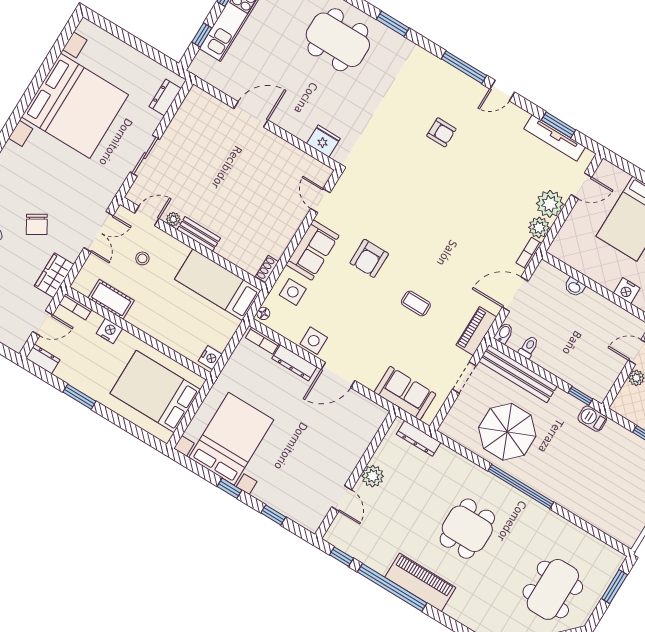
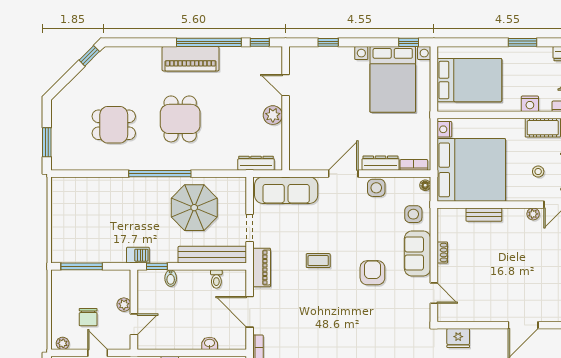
bench: (199, 234) -> (484, 215), moved
shoe rack: (267, 269) -> (442, 252), moved
bed: (218, 285) -> (471, 170), width x2.04
door: (515, 294) -> (250, 312), swing flipped
bidet: (504, 333) -> (171, 278), moved
sofa: (405, 393) -> (286, 190), width x1.36
window: (230, 488) -> (409, 42), moved
dining table: (553, 589) -> (114, 125), moved, width x0.73

